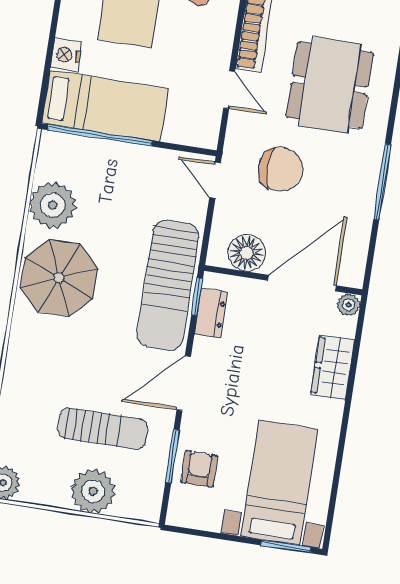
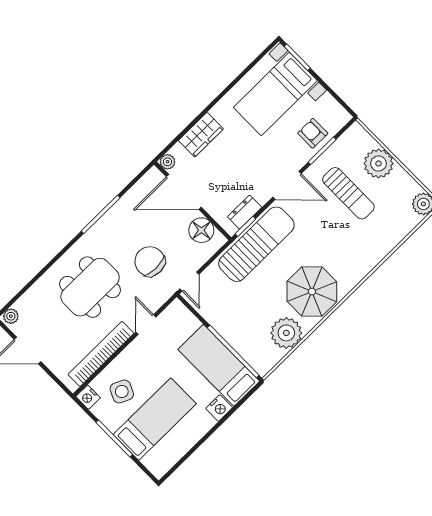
sun lounger: (103, 429) -> (348, 193), turned 180
armchair: (199, 469) -> (313, 133), turned 90

